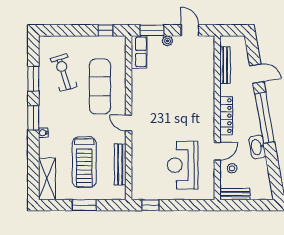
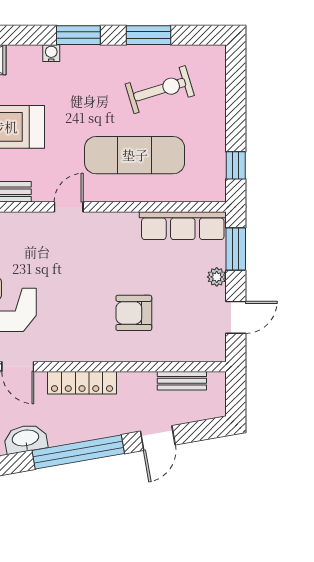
row of seats: (139, 52) -> (183, 226), width x1.48
bench: (225, 65) -> (182, 381), width x0.73
armchair: (187, 87) -> (134, 313), added

